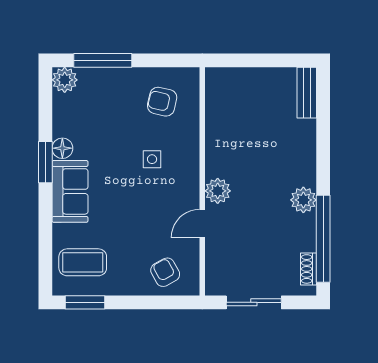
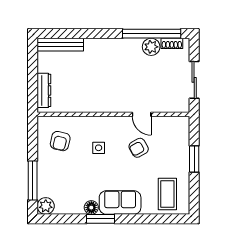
dresser: (238, 77) -> (44, 90), added
bench: (307, 93) -> (60, 45), width x1.36
plant: (218, 191) -> (120, 104), removed
plant: (303, 200) -> (151, 47), moved
armchair: (165, 272) -> (139, 148), moved
window: (85, 302) -> (194, 159), moved

